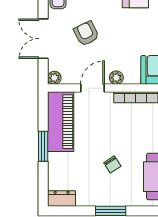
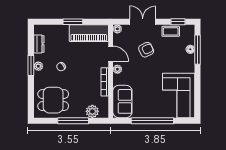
dresser: (62, 198) -> (39, 44), moved
plant: (112, 199) -> (38, 66), added

